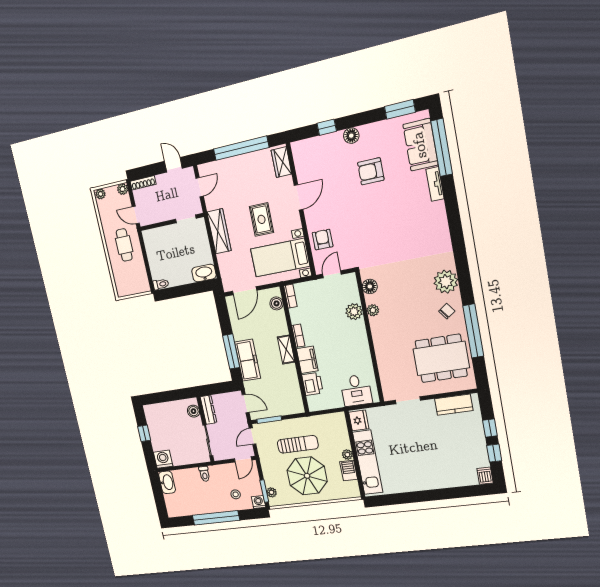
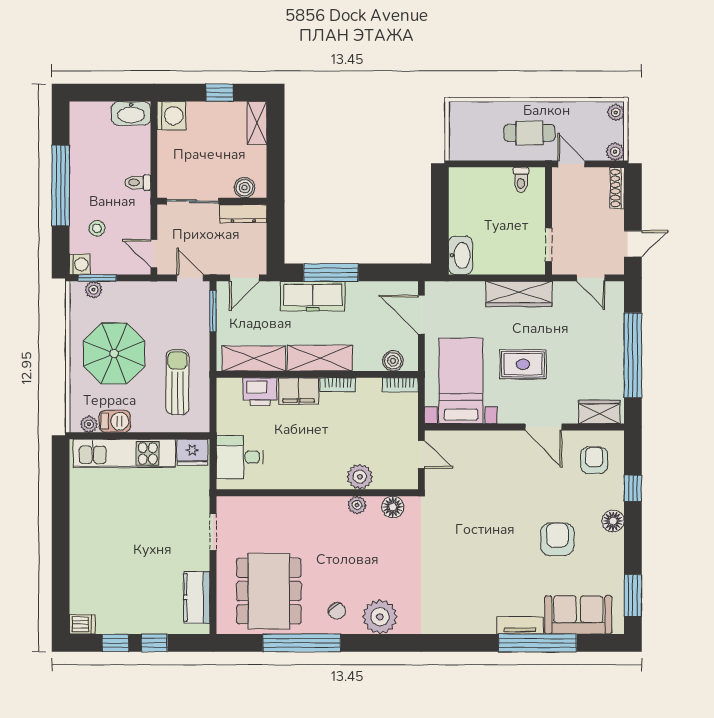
window: (442, 148) -> (538, 643), moved
door: (136, 215) -> (571, 164), hinge flipped
armchair: (323, 240) -> (594, 460), moved, turned -90
toilet: (161, 284) -> (521, 180), moved
shelving: (286, 350) -> (320, 358), width x1.50, depth x1.33
shelving: (293, 391) -> (254, 358), added
shelving: (156, 409) -> (257, 123), added
sun lounger: (298, 444) -> (177, 382), moved, turned 180
plant: (347, 455) -> (89, 424), moved

